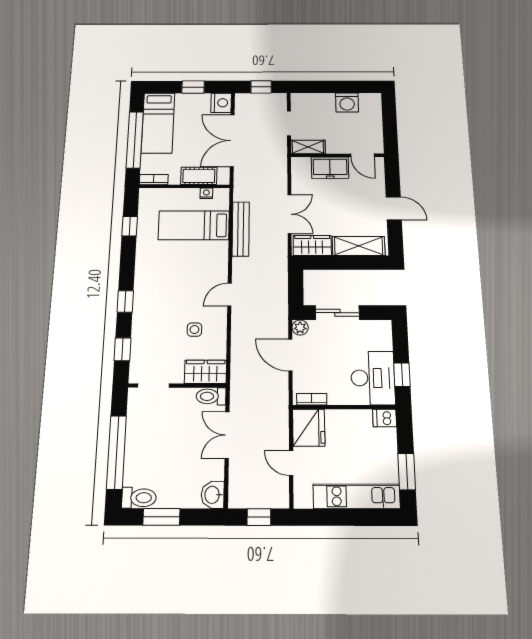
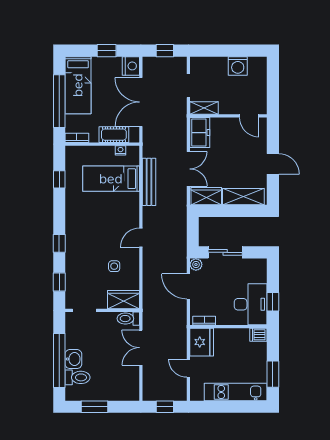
freezer: (330, 168) -> (200, 133), moved, turned -90
washbasin: (213, 495) -> (73, 359), moved, turned 180
toilet: (139, 498) -> (78, 377), moved

